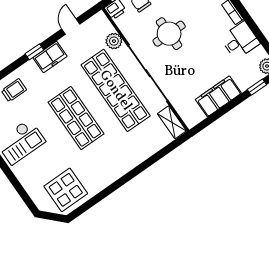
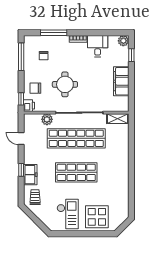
freezer: (50, 57) -> (30, 175), moved
display table: (66, 190) -> (97, 217), moved

